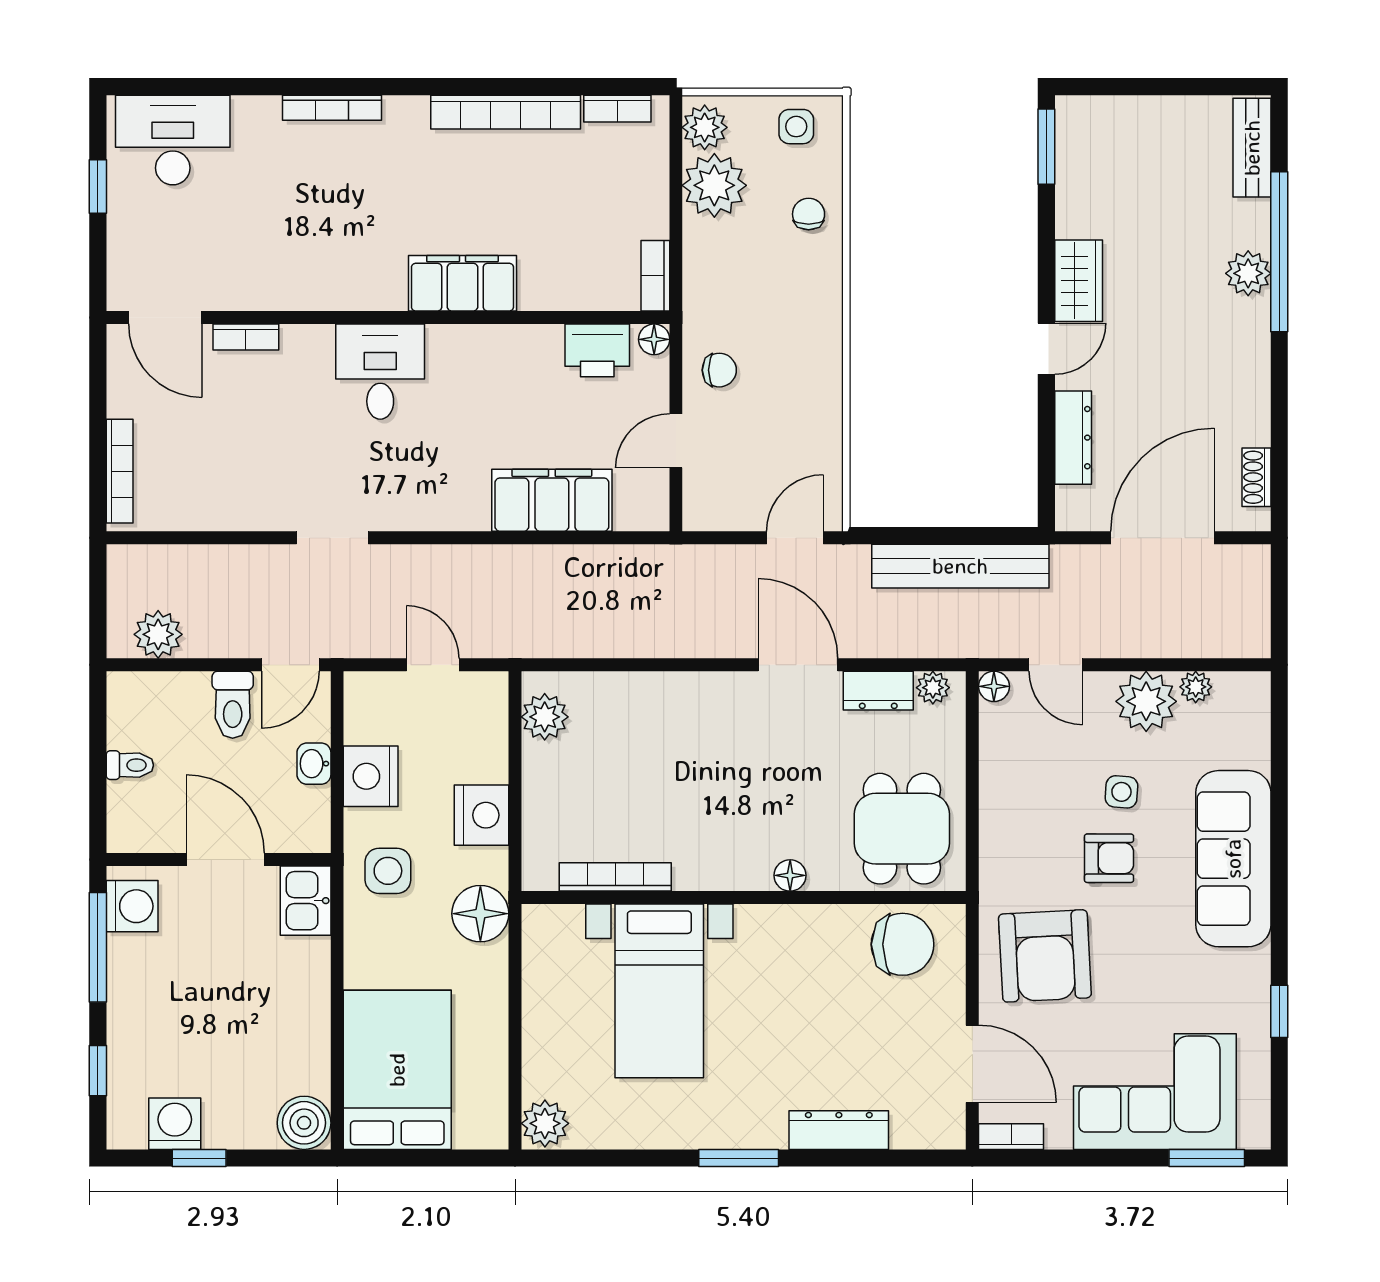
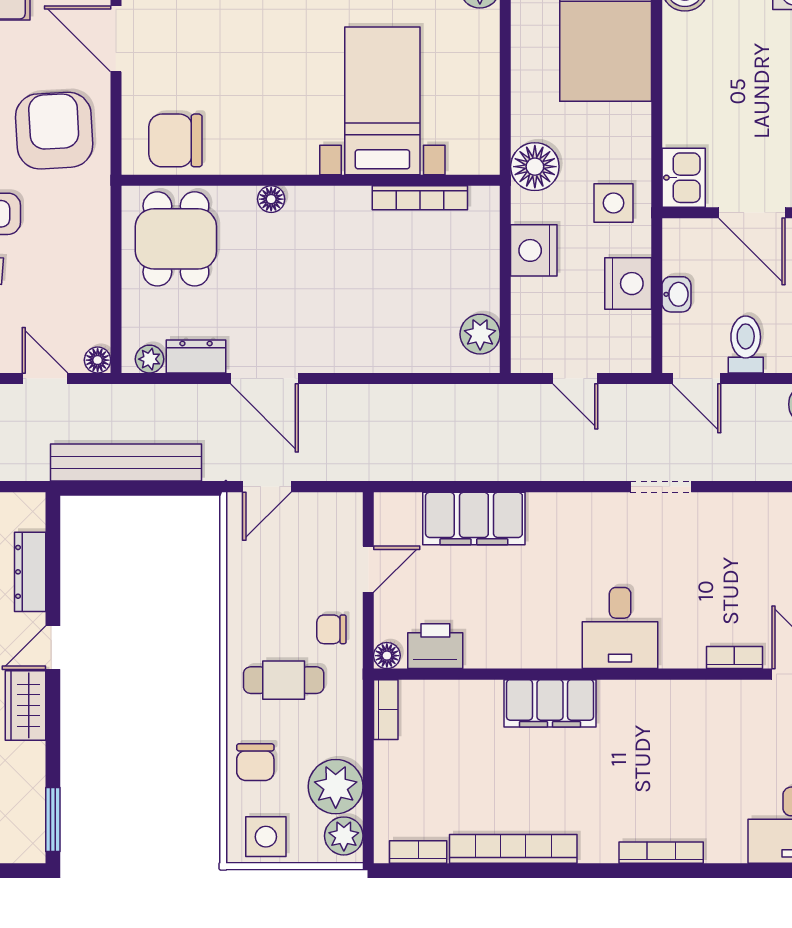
side table: (796, 127) -> (266, 837), width x1.37, depth x1.37
chair: (809, 214) -> (255, 762), width x1.37, depth x1.37
cafe table: (775, 310) -> (284, 680), added
door: (290, 665) -> (697, 379), swing flipped

